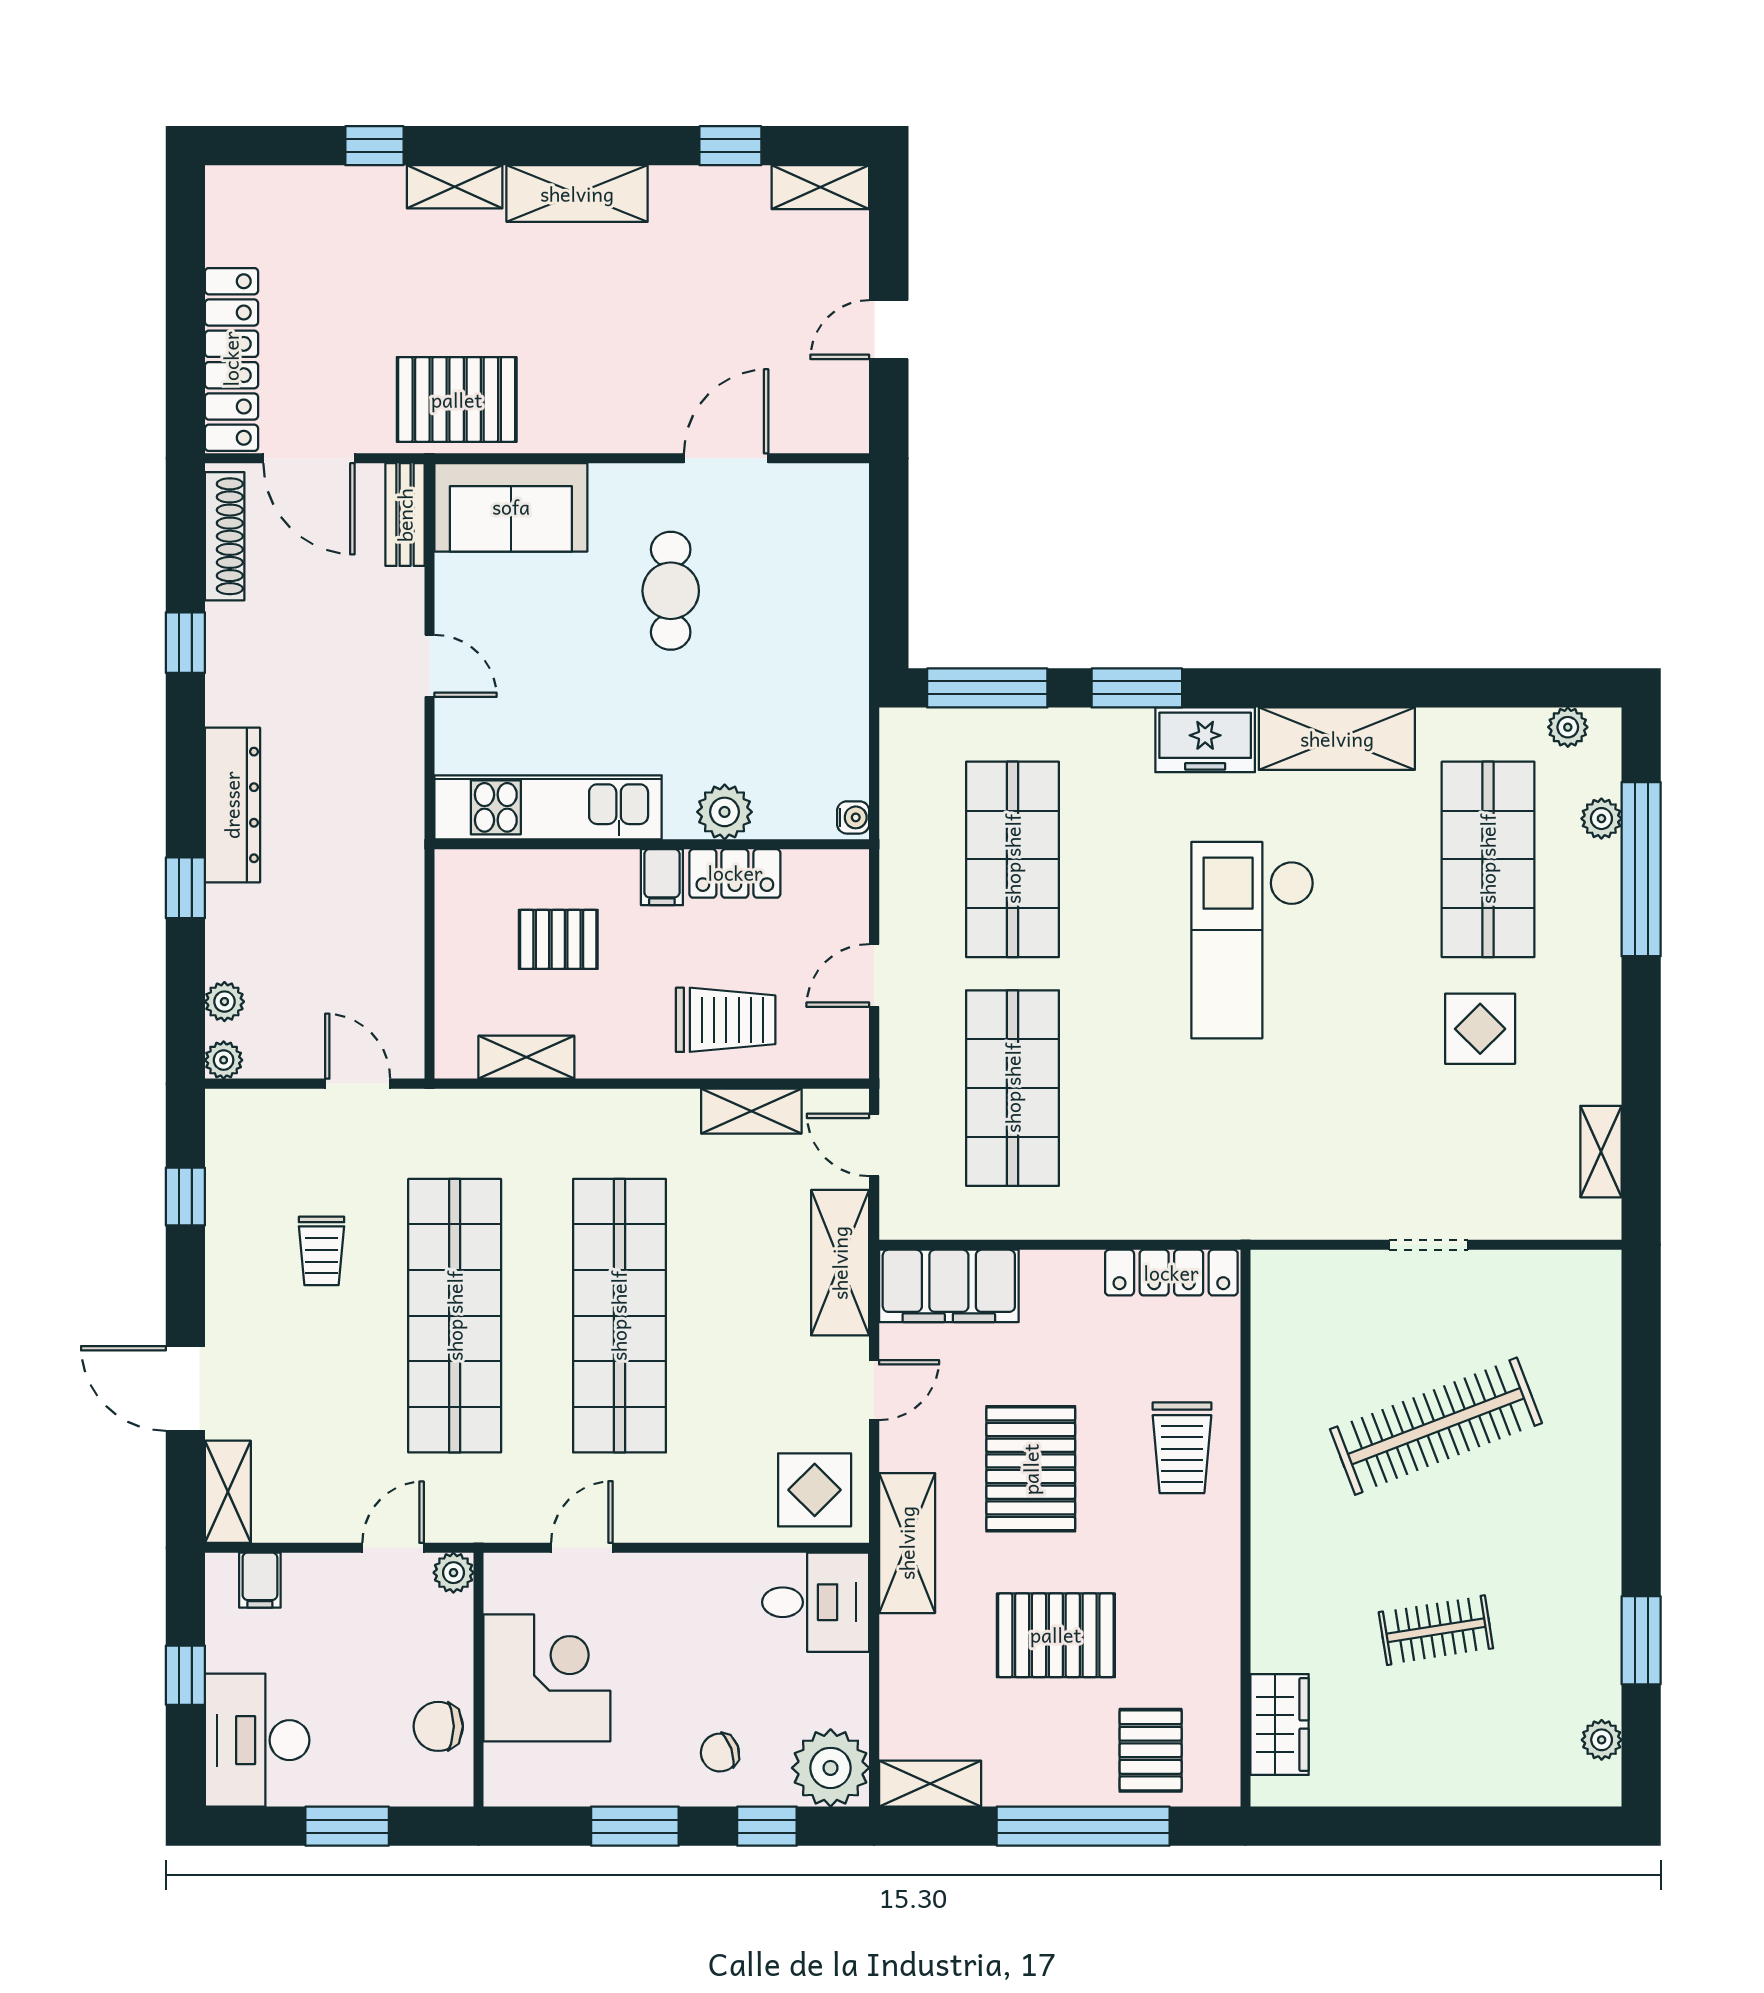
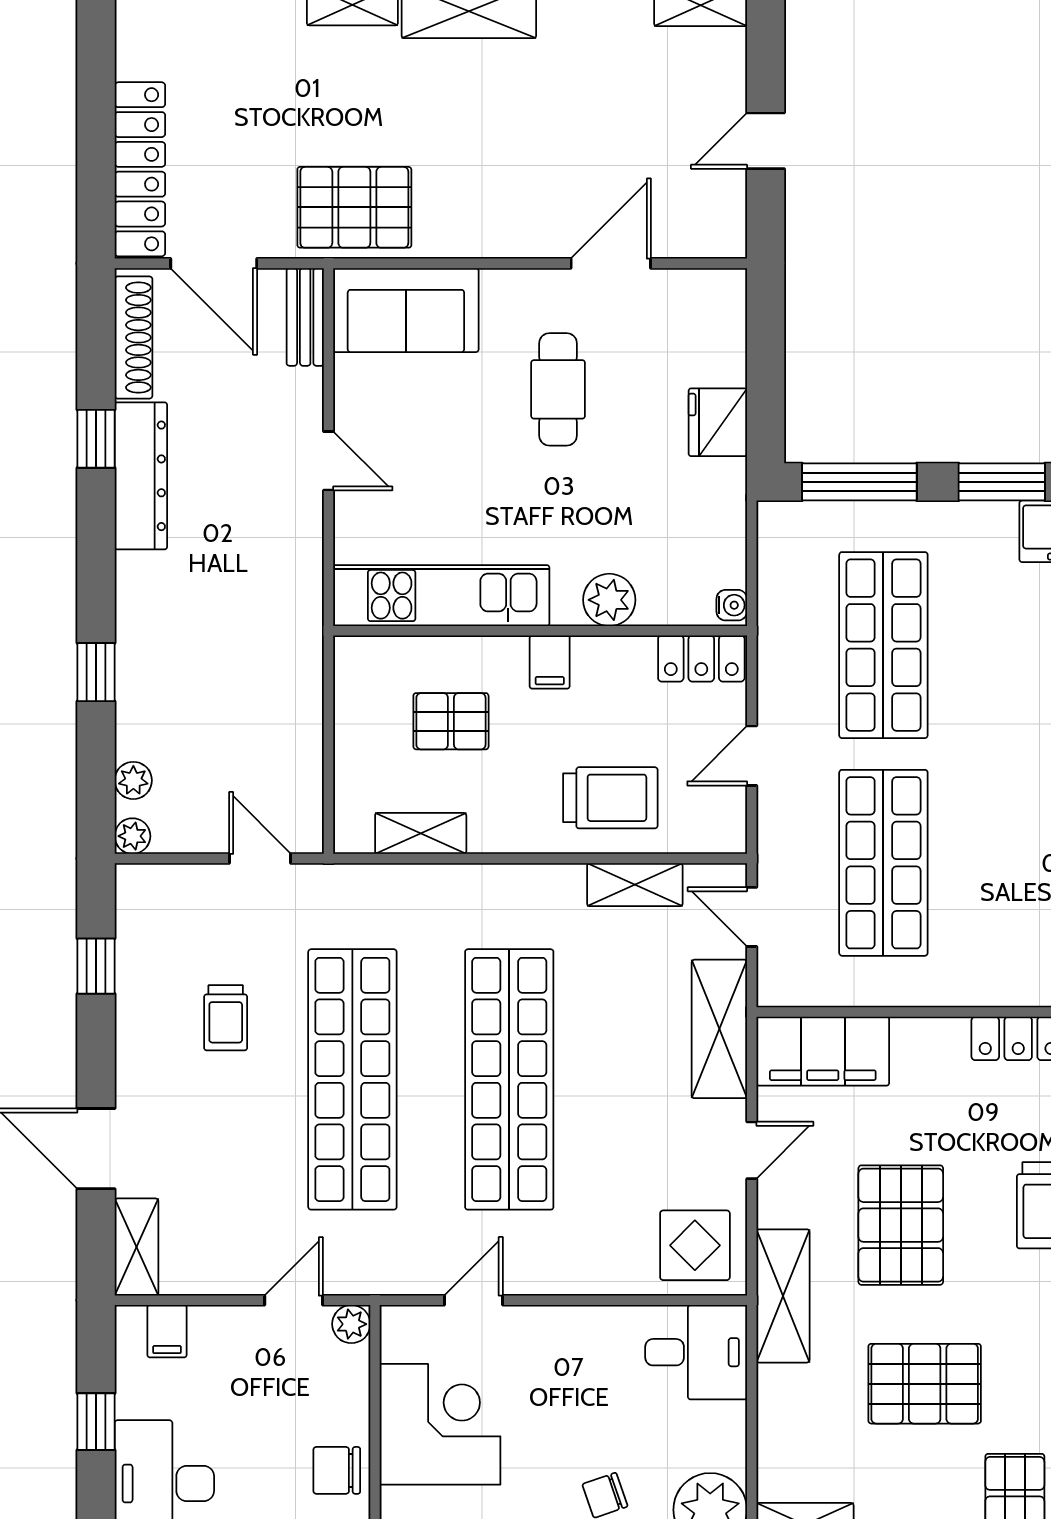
fridge: (839, 625) -> (718, 422), added
dresser: (232, 805) -> (141, 476), moved
locker: (735, 873) -> (701, 658), moved

